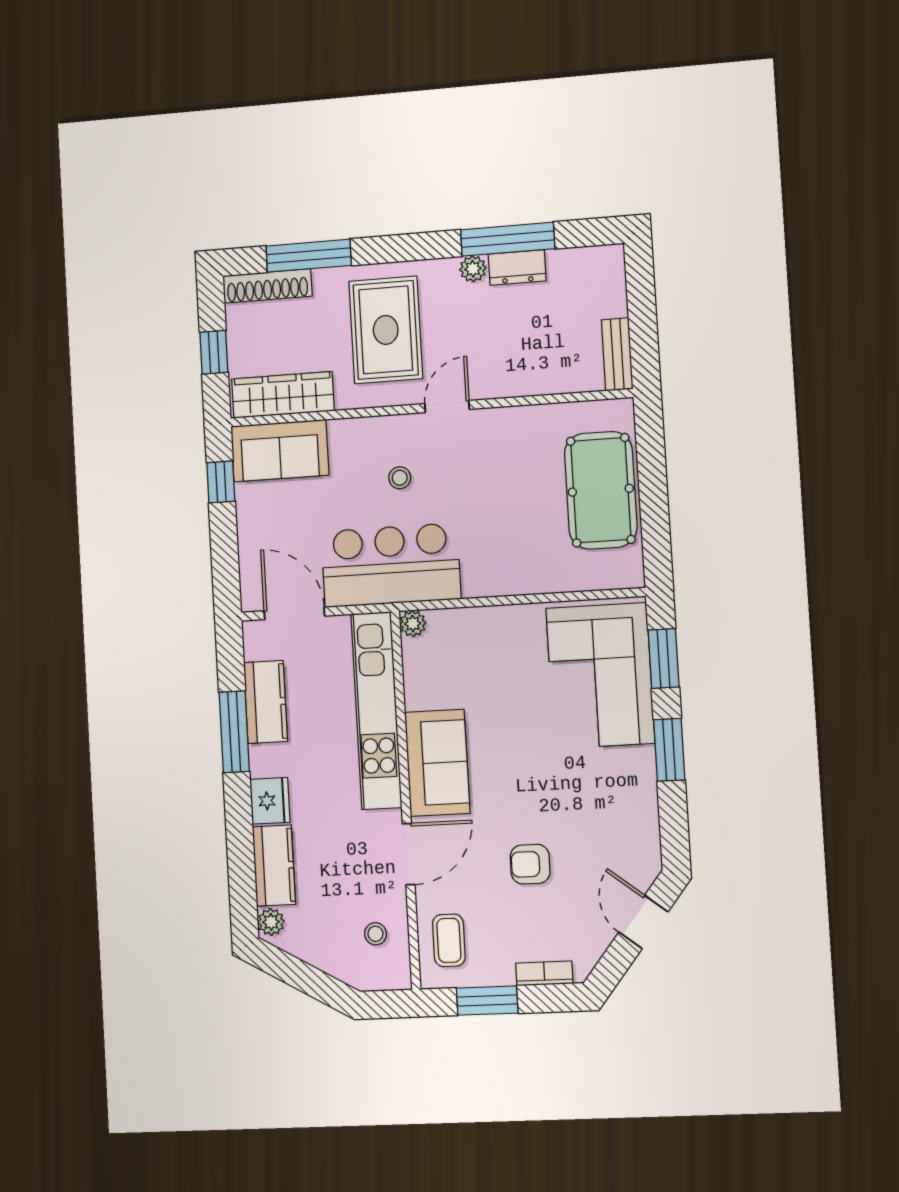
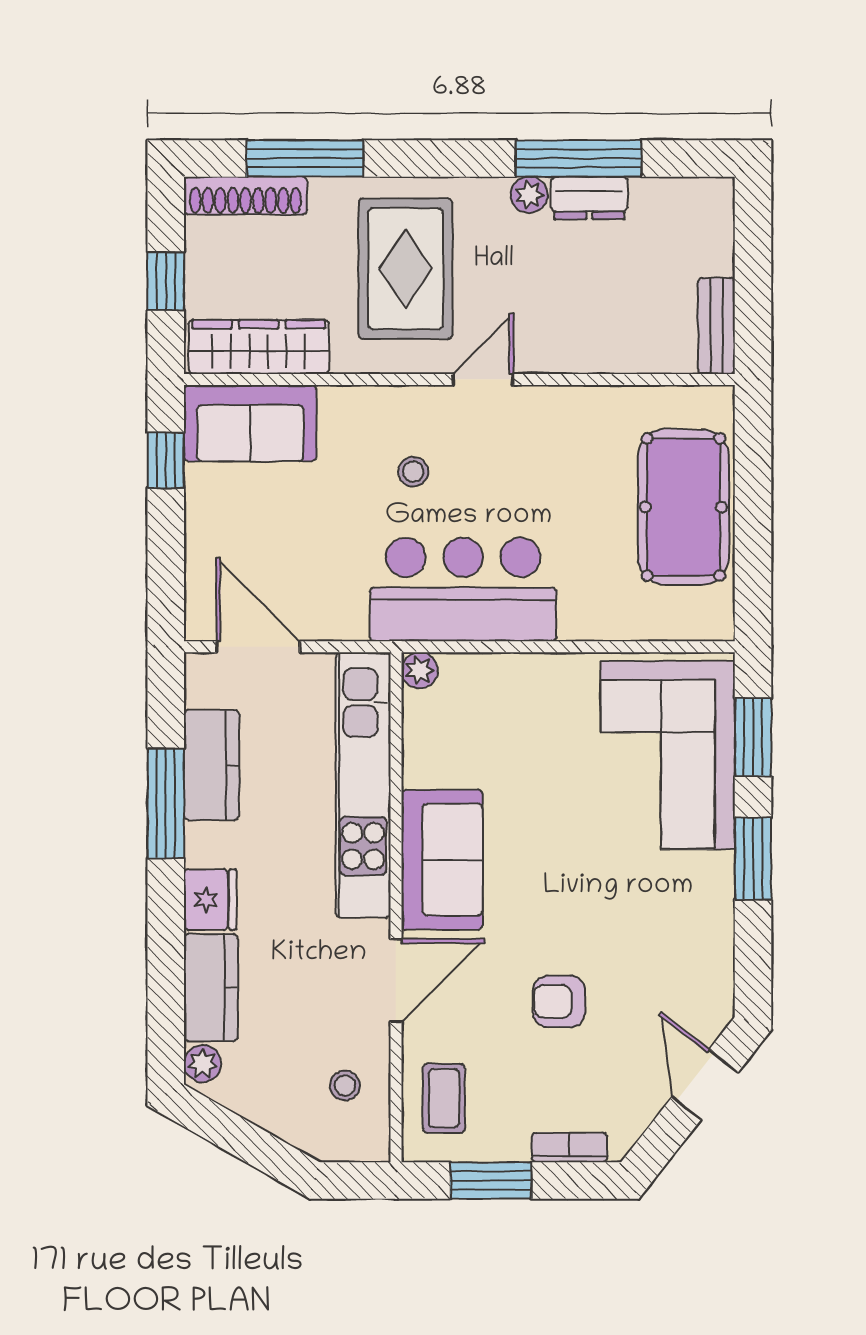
bar counter: (391, 565) -> (463, 589), moved

